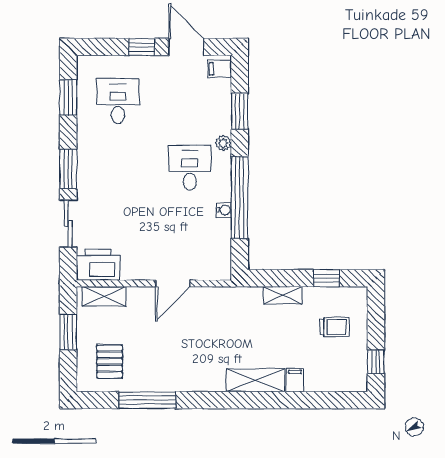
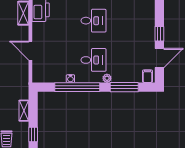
desk: (118, 101) -> (93, 21), moved
window: (240, 111) -> (124, 87), width x1.44

